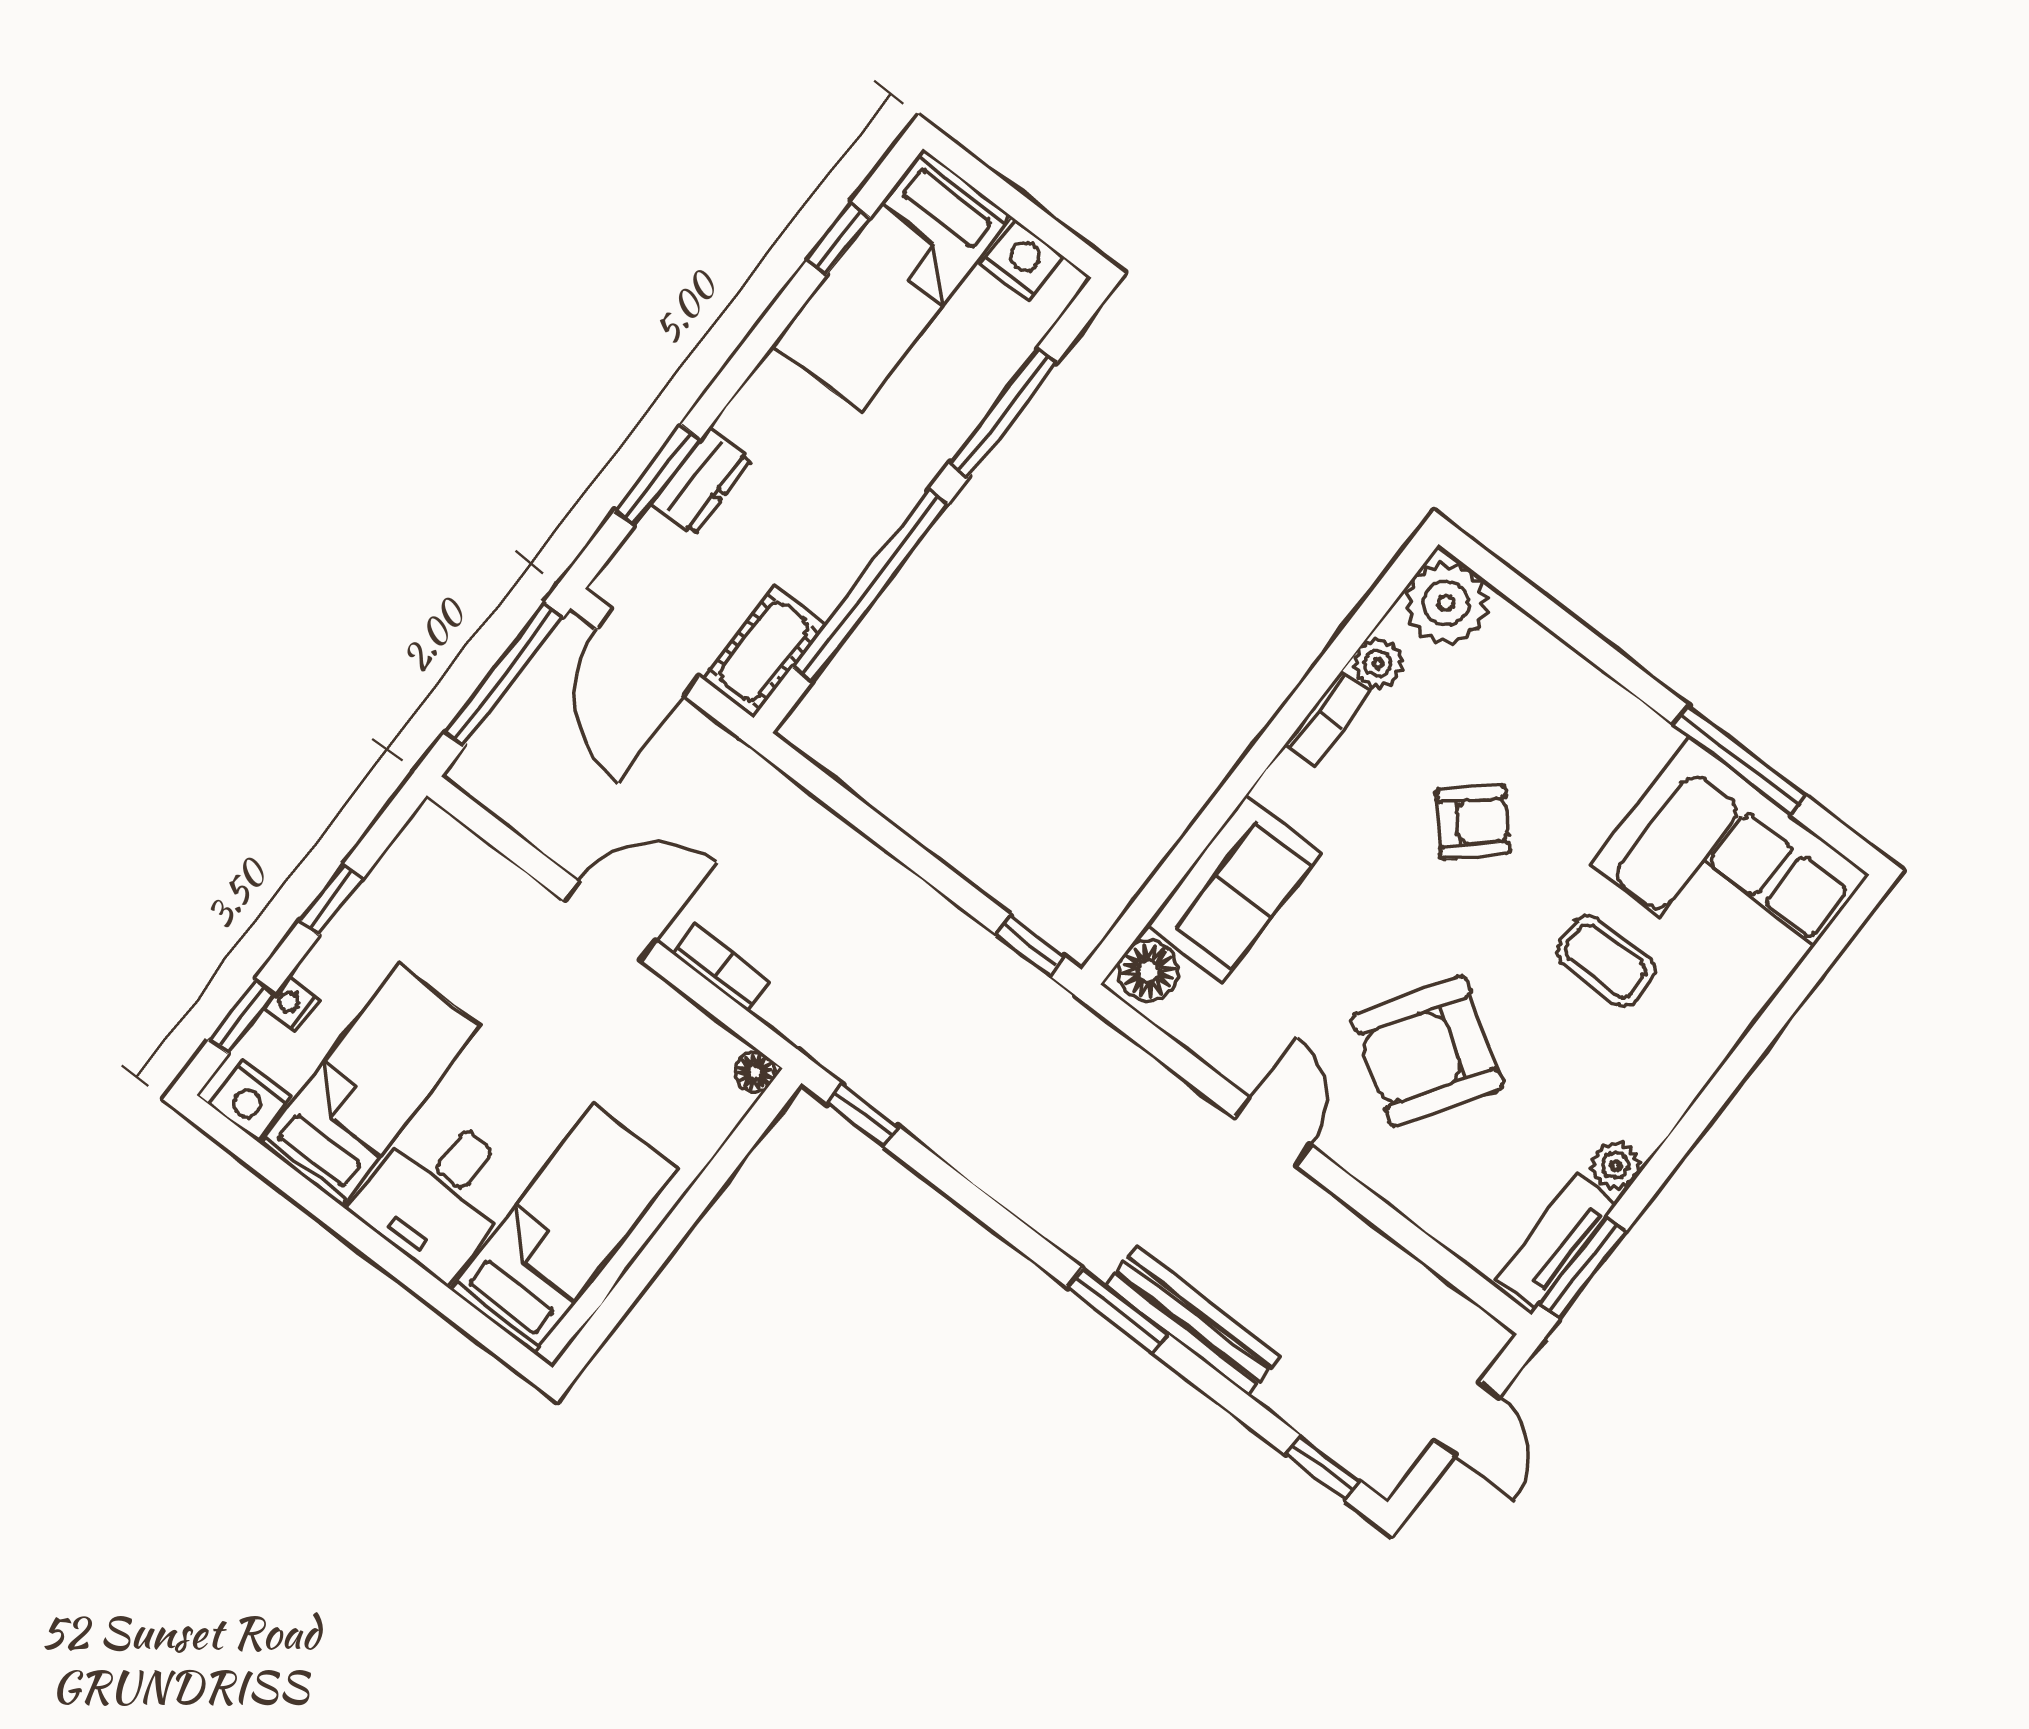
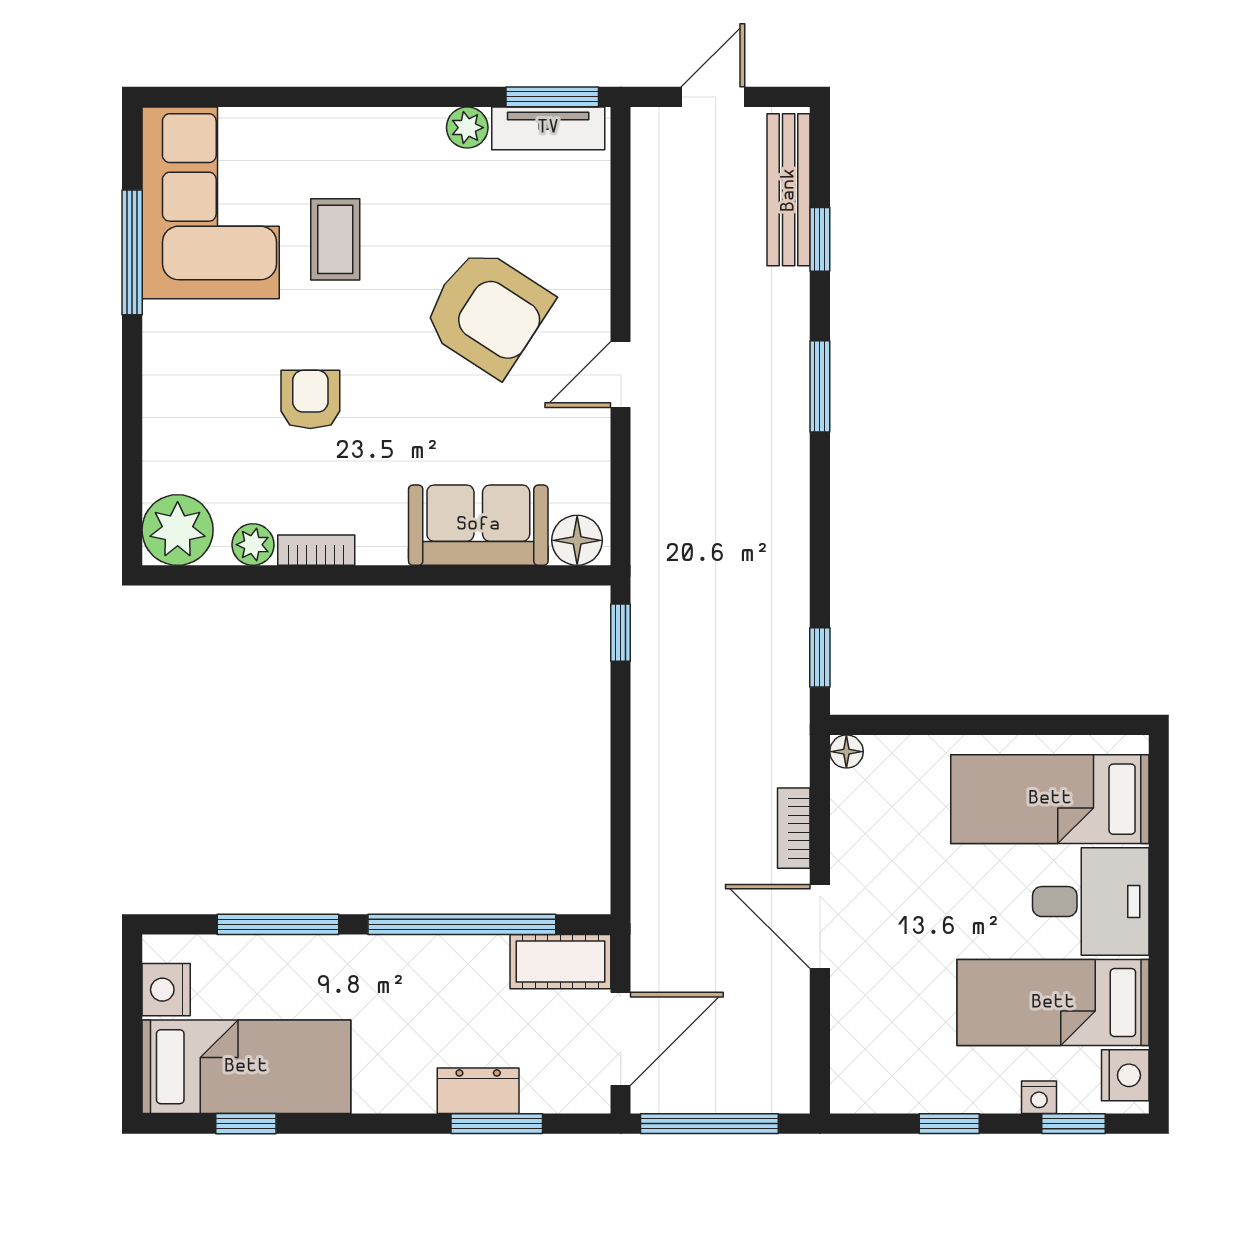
armchair: (1473, 822) -> (310, 399), turned 42
bench: (1192, 1321) -> (789, 190), moved
window: (1322, 1468) -> (820, 239), moved

